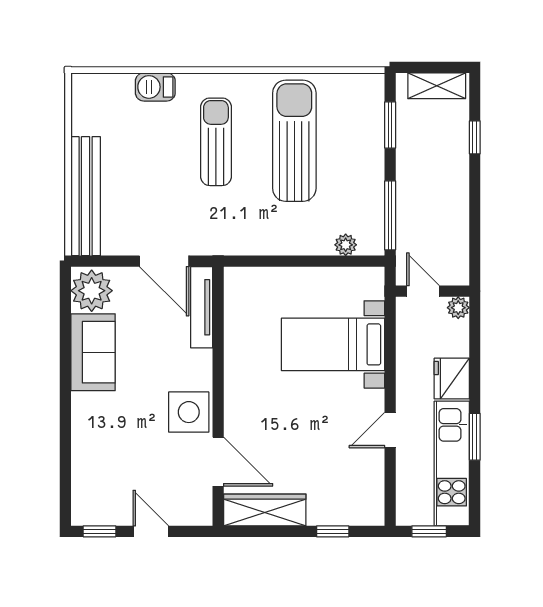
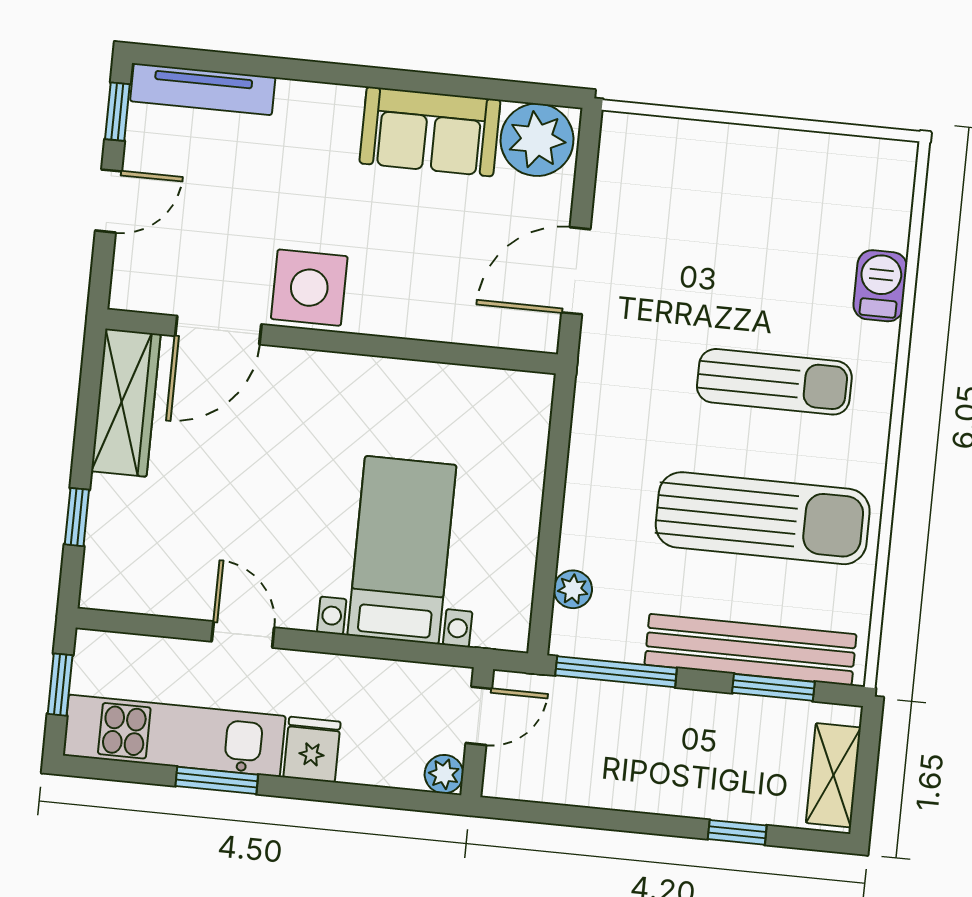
bench: (86, 196) -> (750, 650), moved
tv unit: (202, 307) -> (203, 89), moved, turned 180
fridge: (452, 379) -> (312, 749), width x0.72

